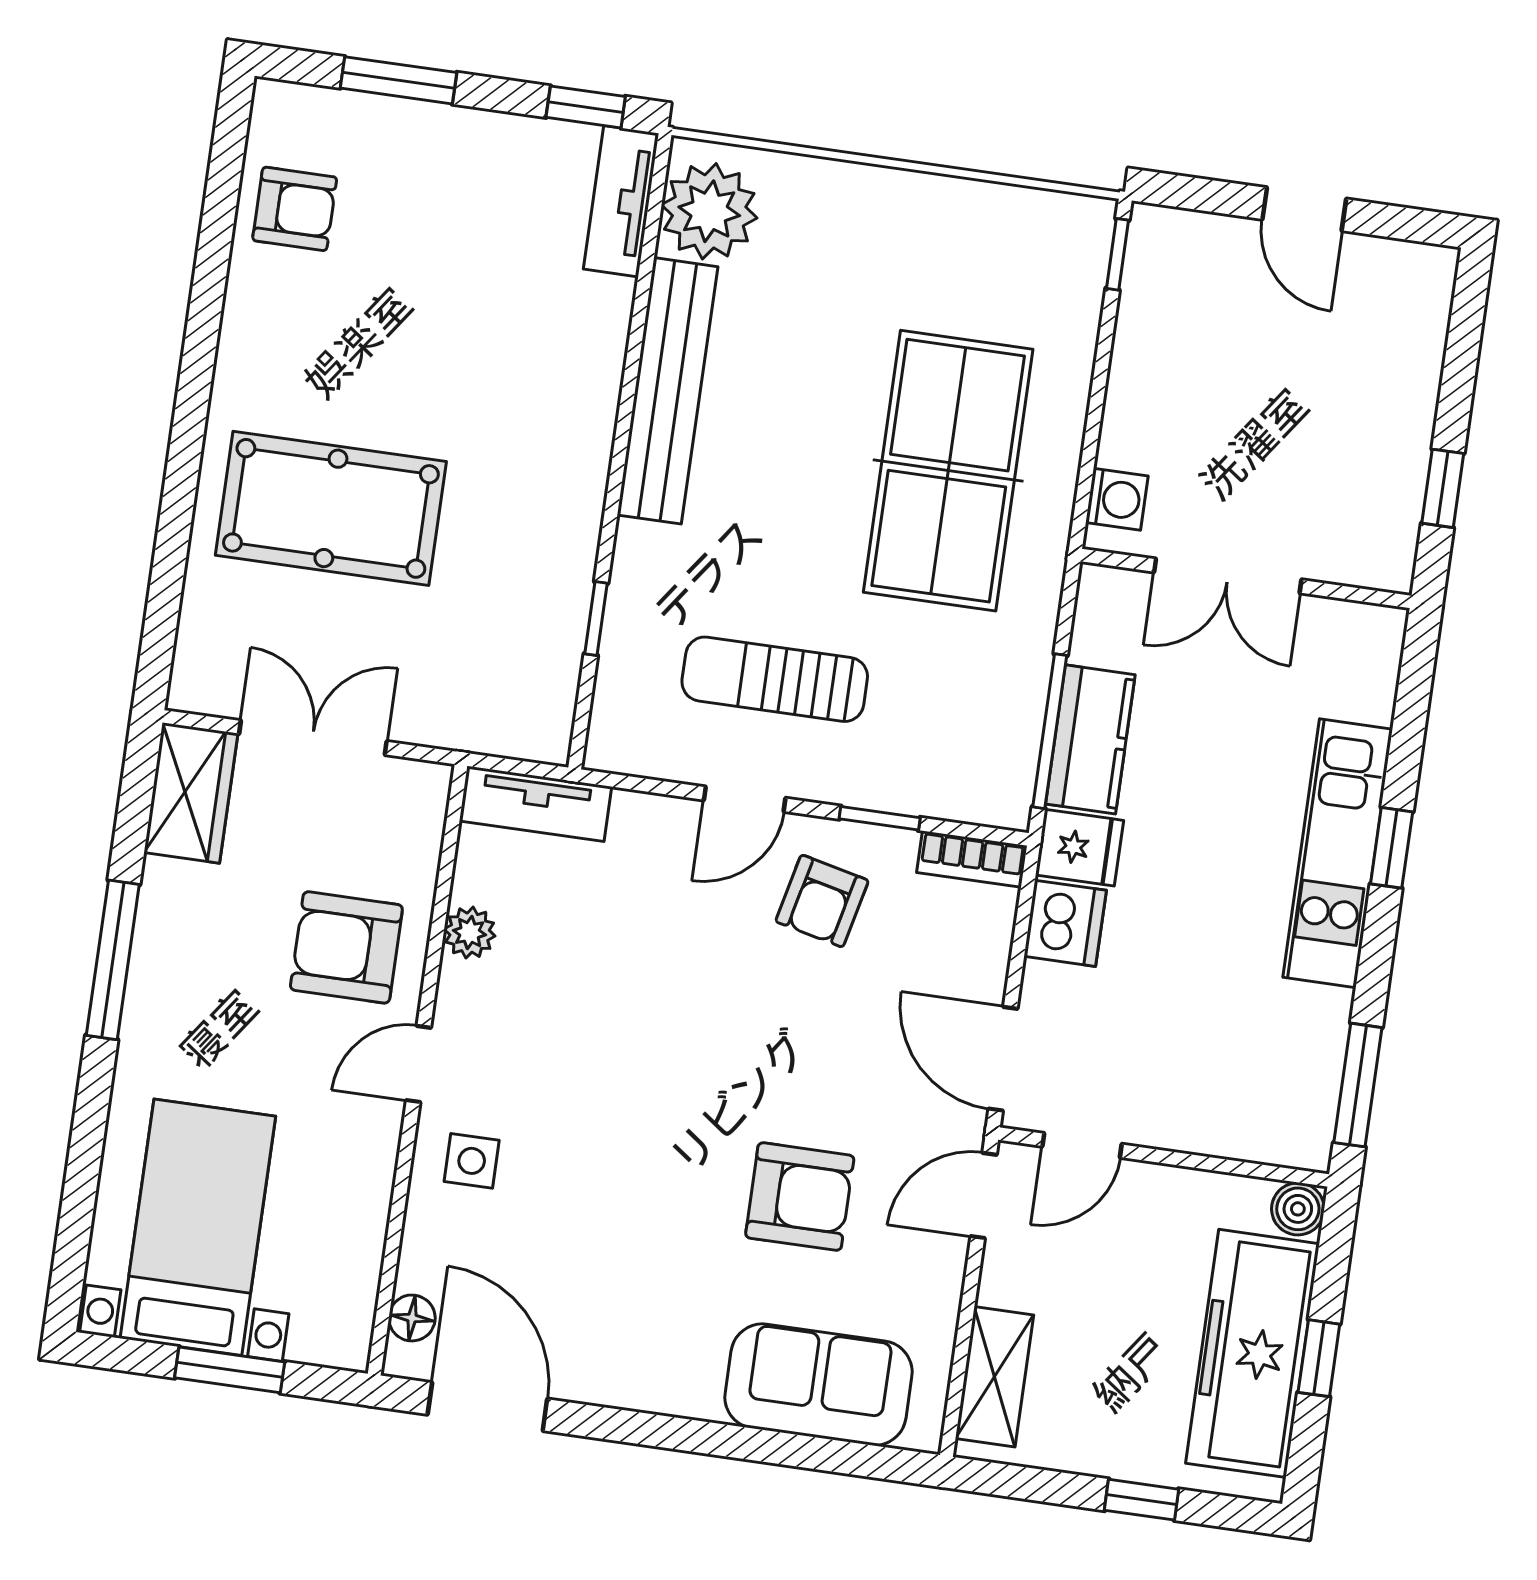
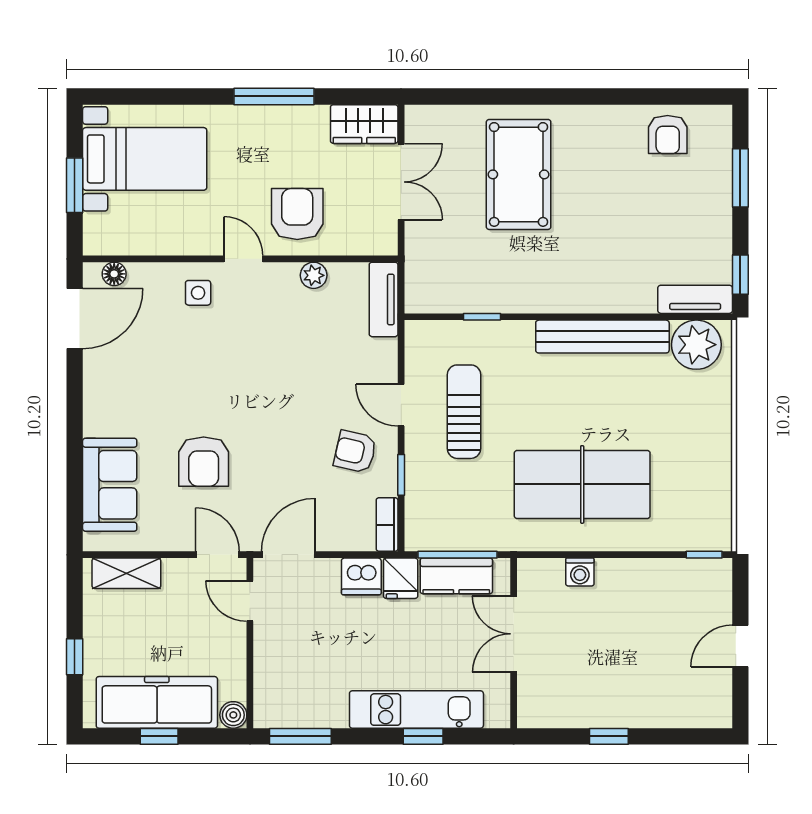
double door: (1228, 576) -> (514, 634), moved
wall: (1246, 578) -> (514, 643), moved

